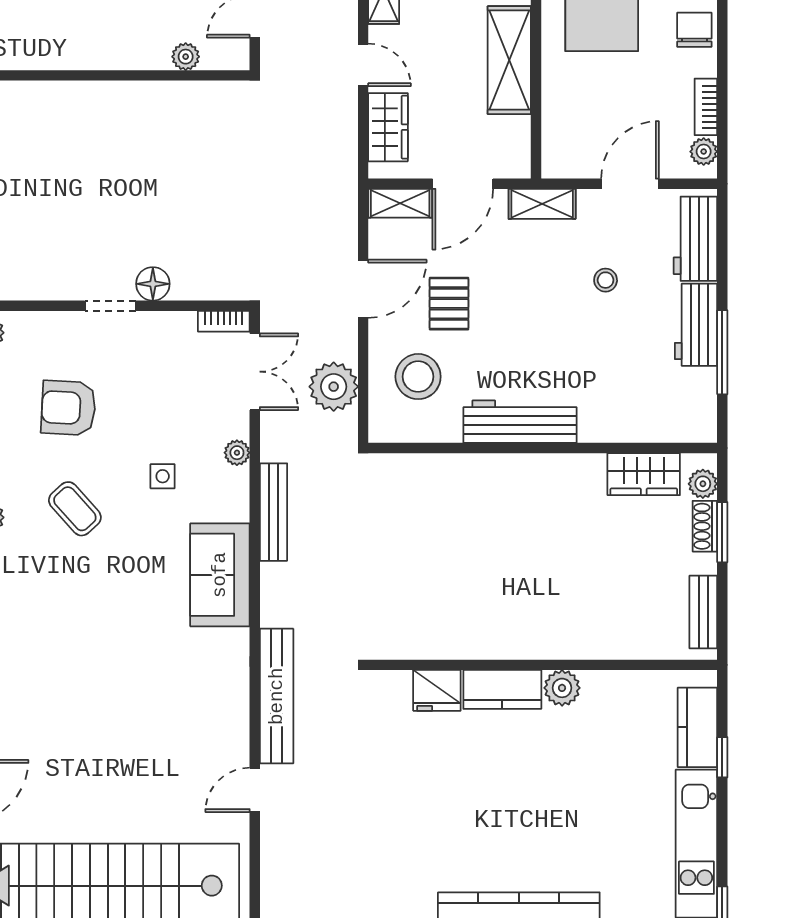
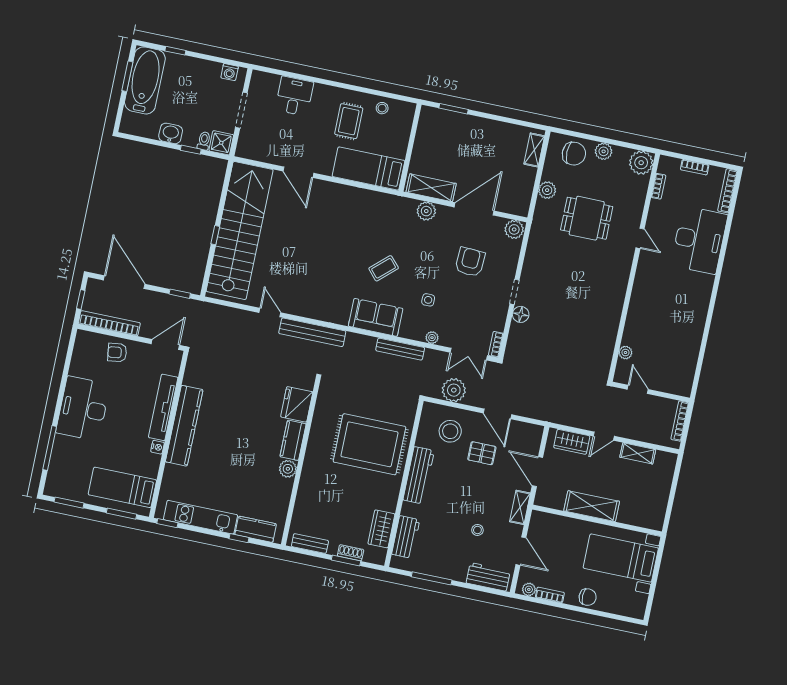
shelving: (400, 203) -> (534, 440), removed
workbench: (696, 325) -> (406, 537), moved, turned 90
plant: (703, 484) -> (371, 556), removed
coffee table: (75, 509) -> (384, 268), moved
rug: (478, 534) -> (369, 444), added
fridge: (437, 690) -> (297, 404), width x1.36, depth x1.34

